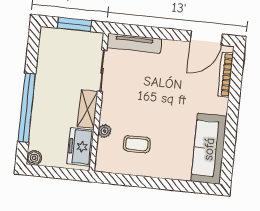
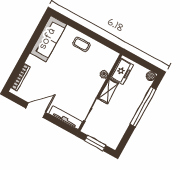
door: (206, 38) -> (36, 110), moved
coffee table: (137, 144) -> (81, 44), moved

